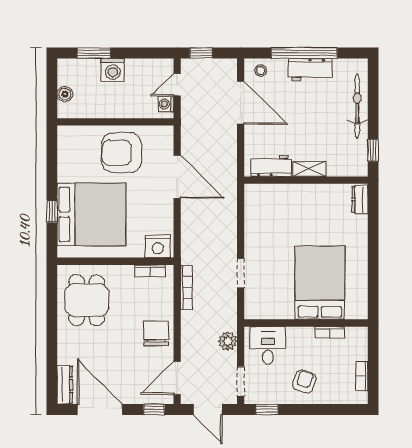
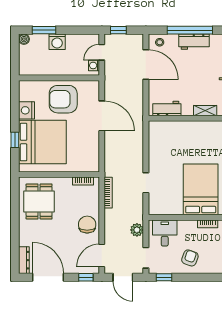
boiler: (65, 94) -> (24, 39), moved
shelving: (309, 169) -> (205, 111), moved
nightstand: (158, 246) -> (26, 110), moved, turned 90

